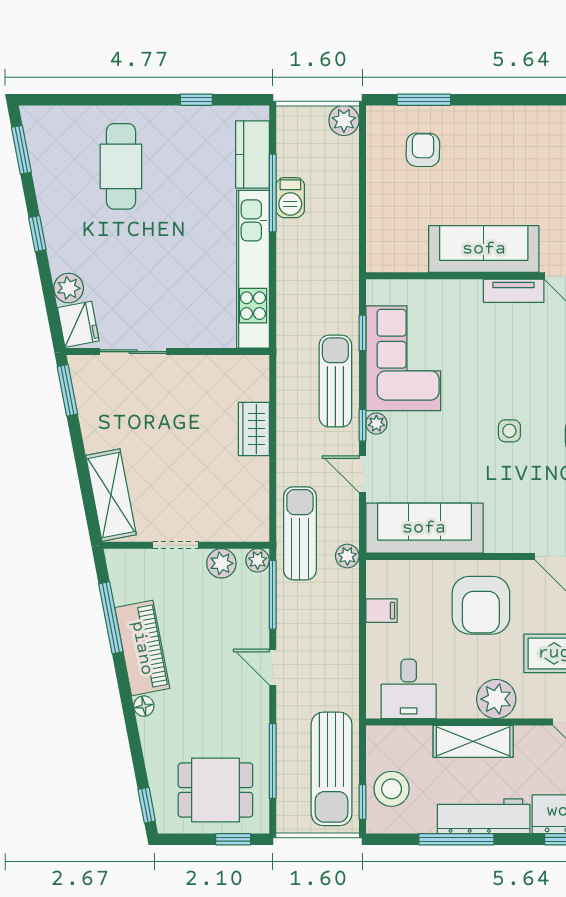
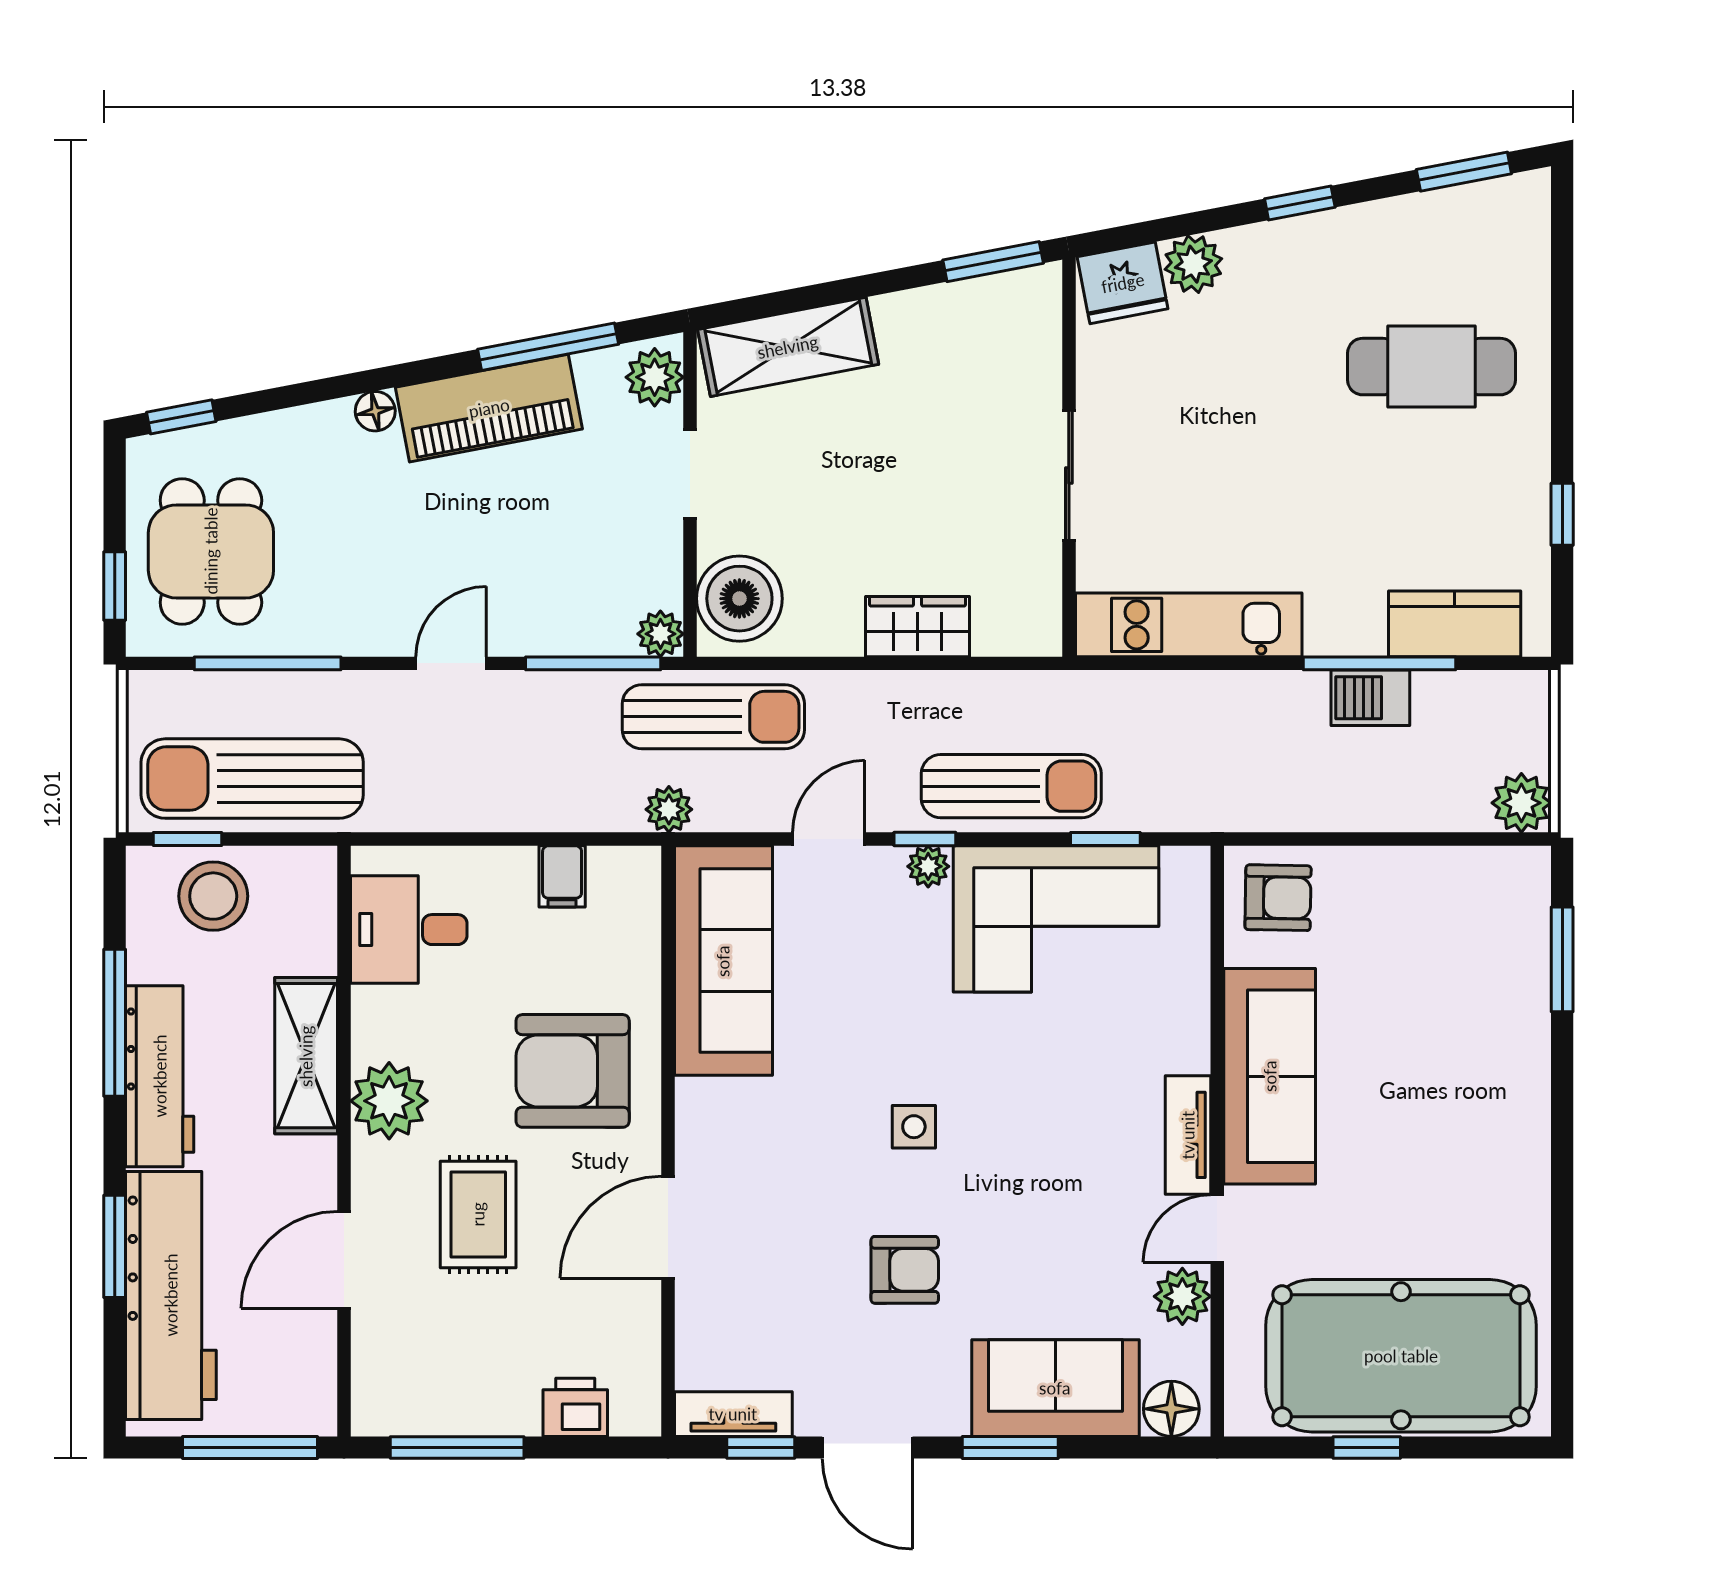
armchair: (423, 150) -> (1278, 898), moved
kitchen unit: (253, 269) -> (1189, 625), width x0.73
sliding door: (133, 352) -> (1069, 475), moved
boiler: (240, 520) -> (739, 599), added
plant: (221, 563) -> (655, 377), moved

